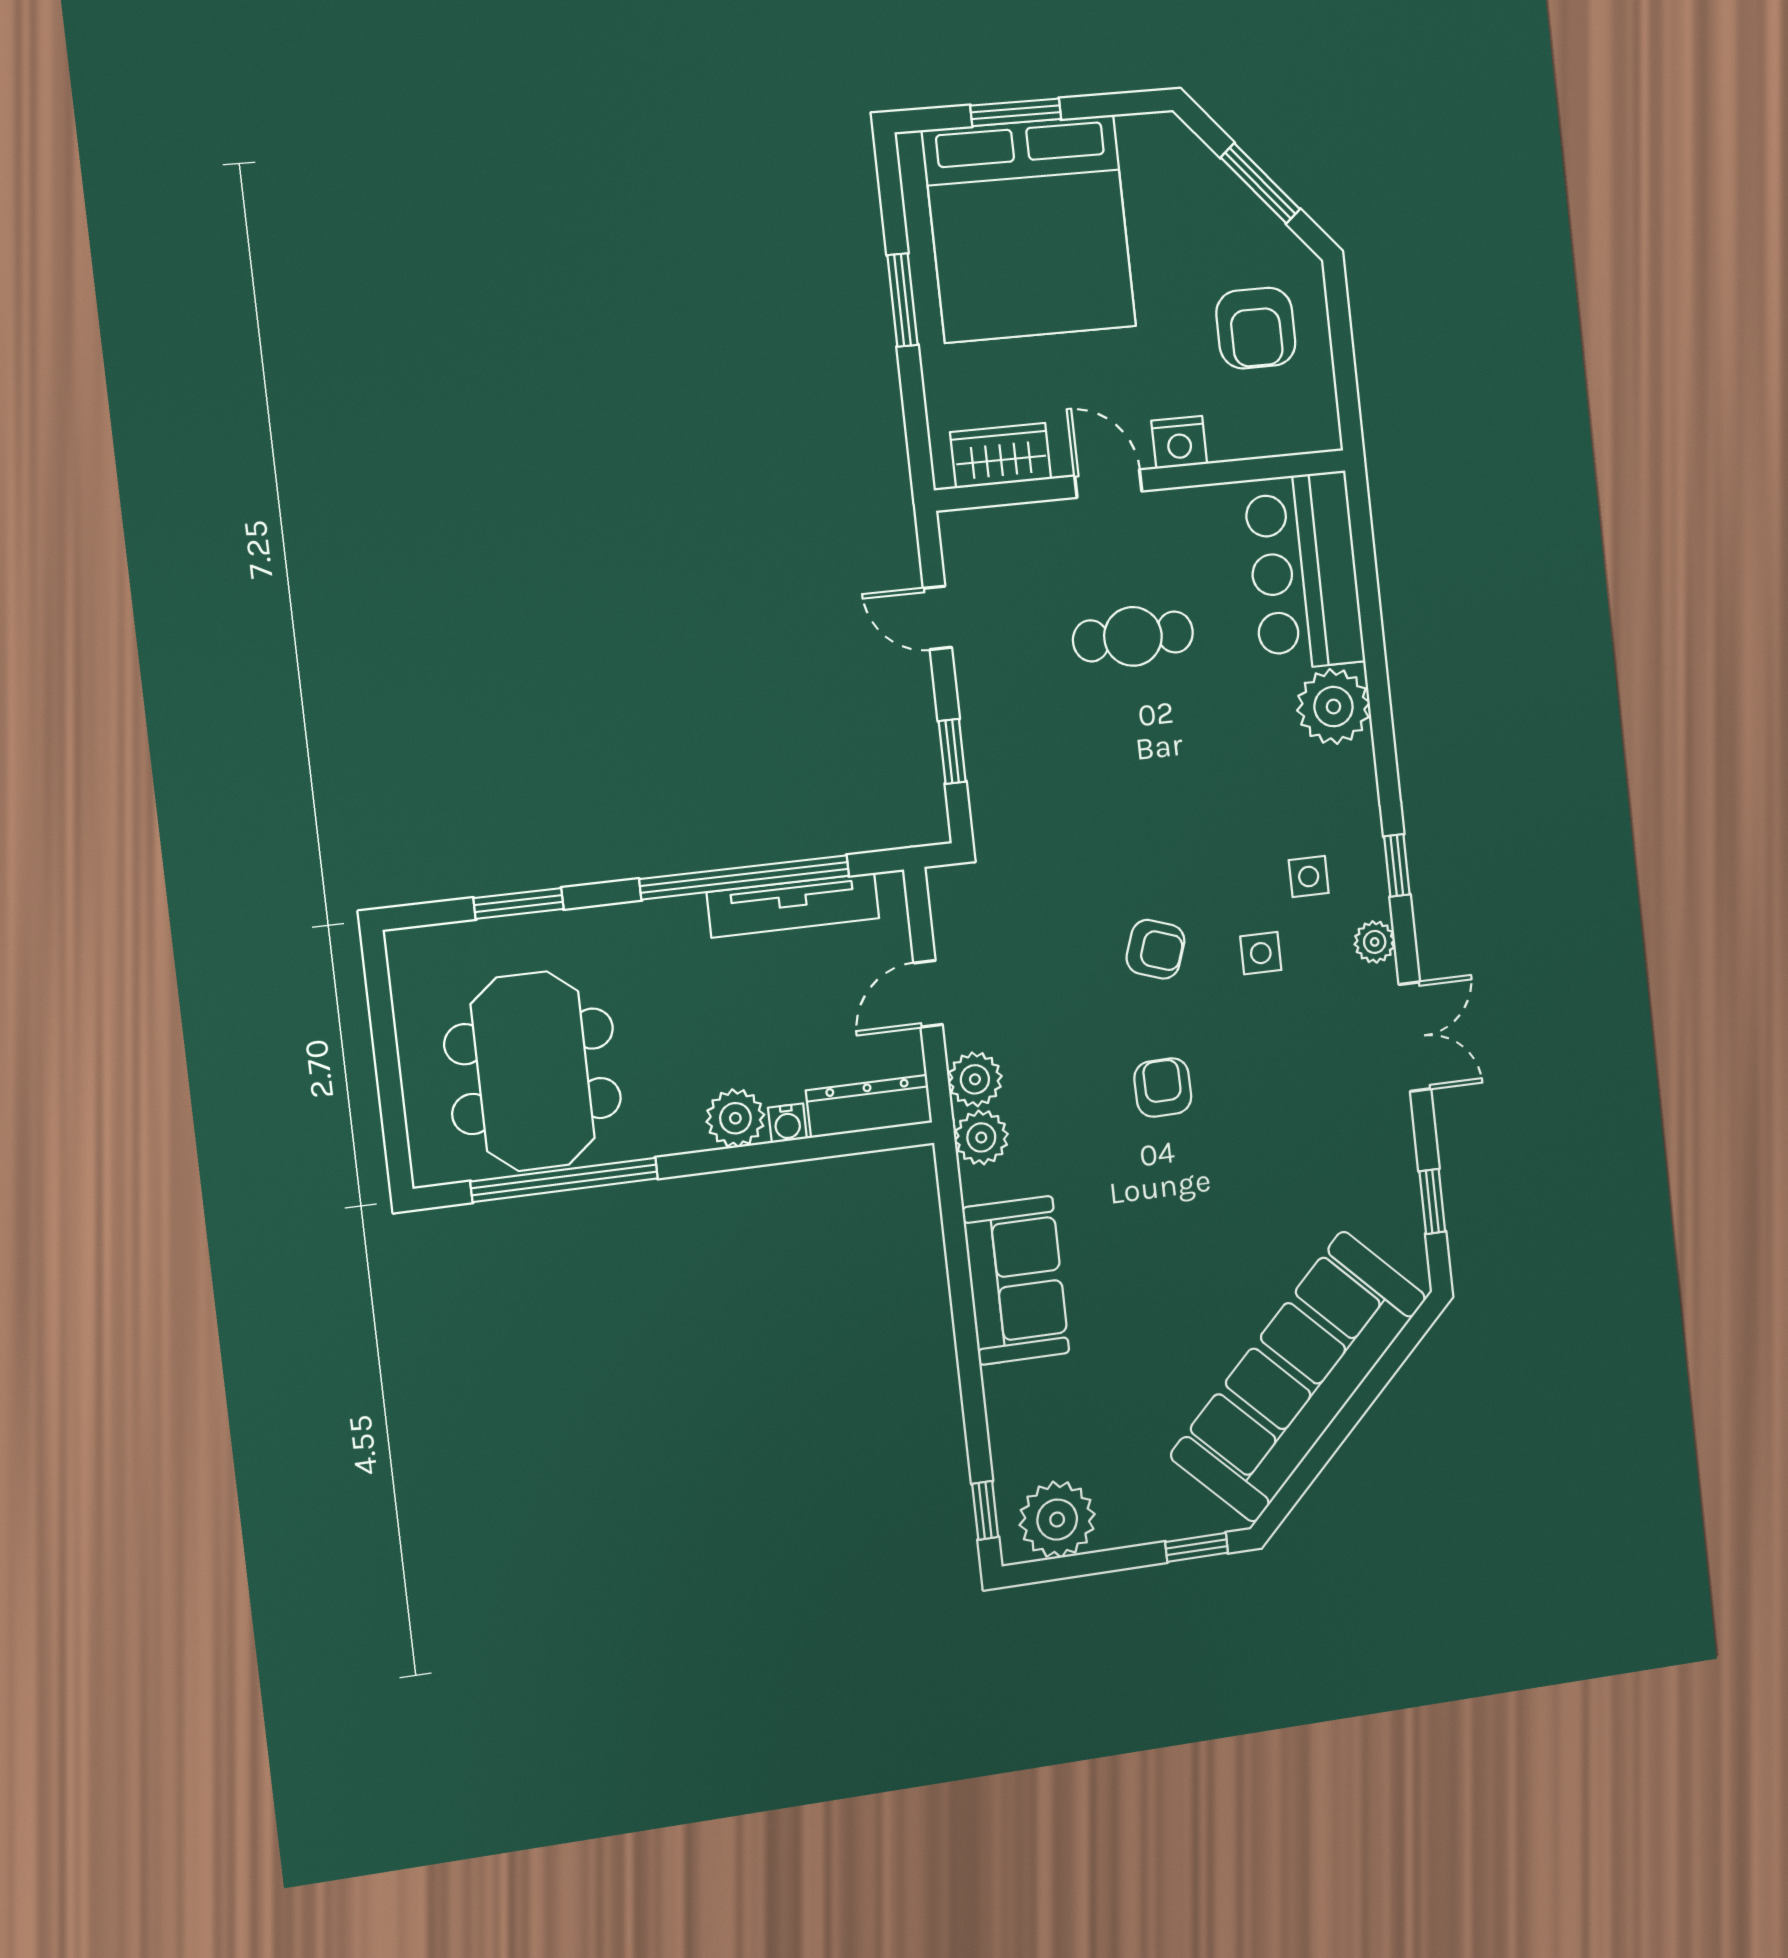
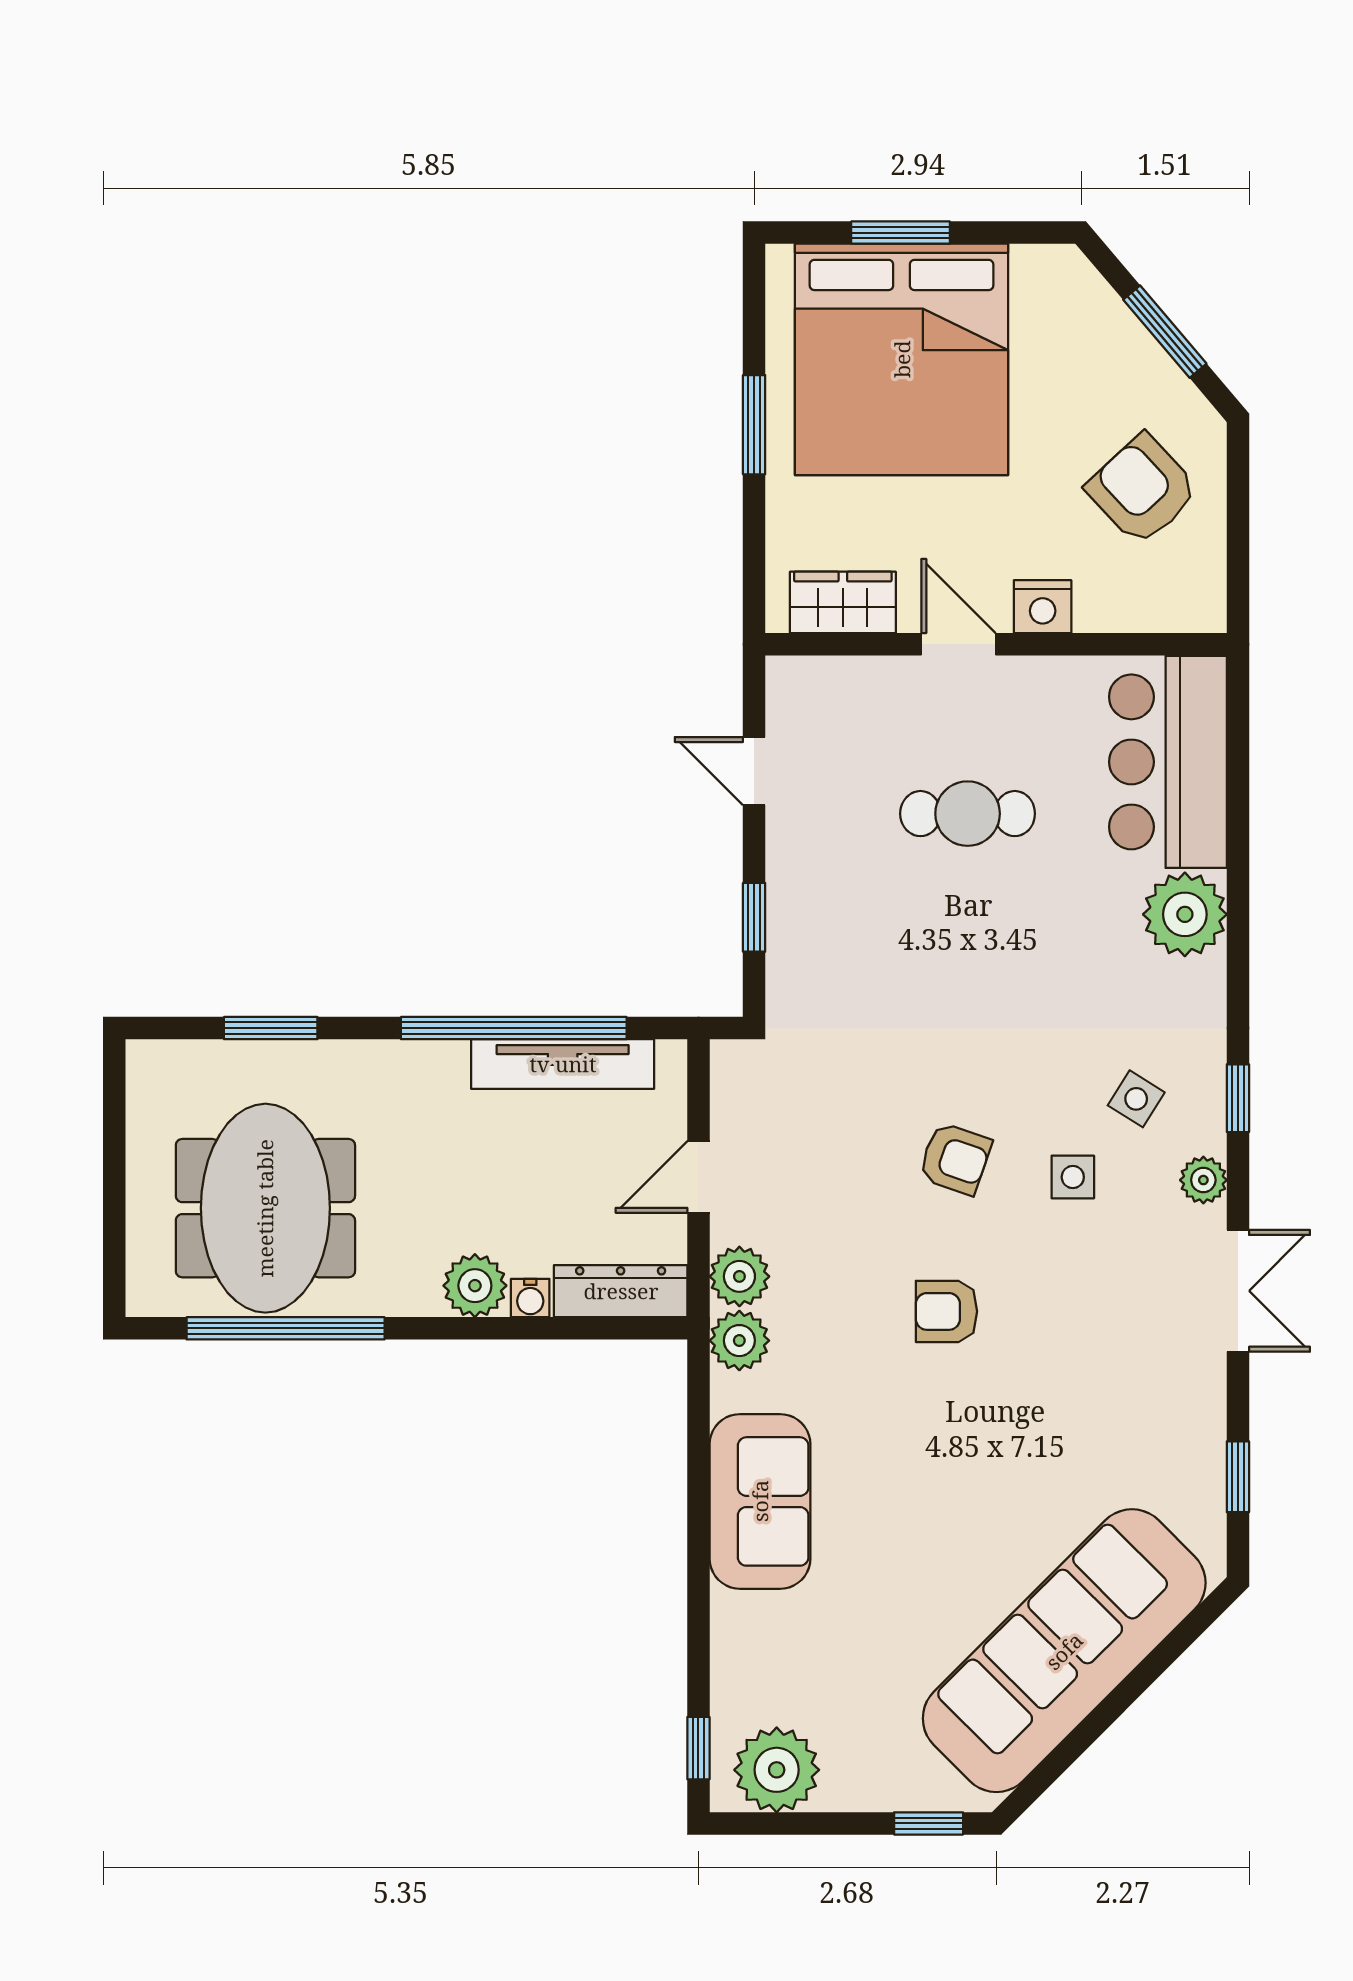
armchair: (1256, 328) -> (1142, 490), turned 137
side table: (1309, 877) -> (1136, 1099), turned 32
armchair: (1163, 1087) -> (946, 1311), turned -89

